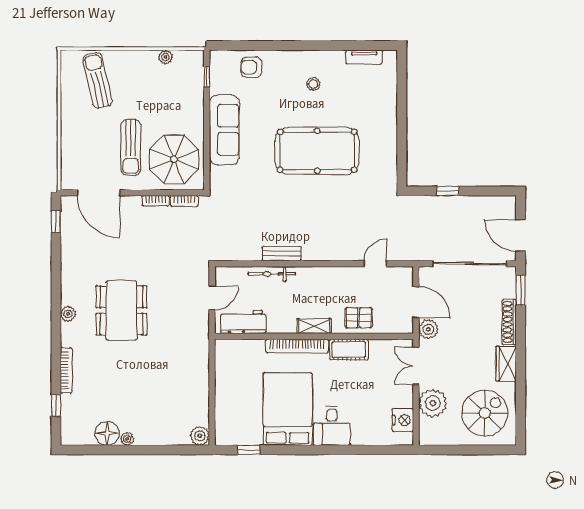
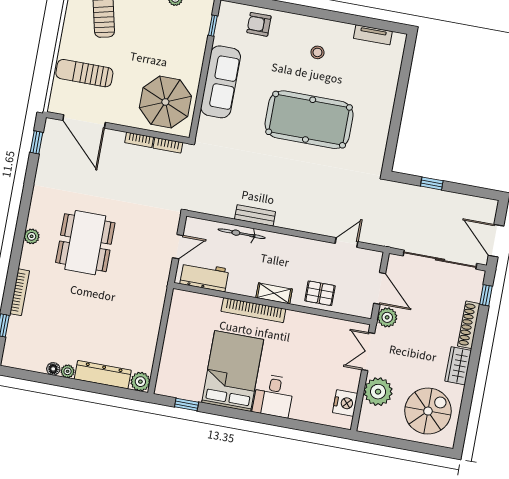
sun lounger: (131, 147) -> (84, 73), moved, turned 90
window: (521, 290) -> (486, 295), width x0.67
cot: (349, 349) -> (304, 323), removed
floor lamp: (107, 433) -> (53, 369), width x0.53, depth x0.53
dresser: (162, 436) -> (103, 375), added

